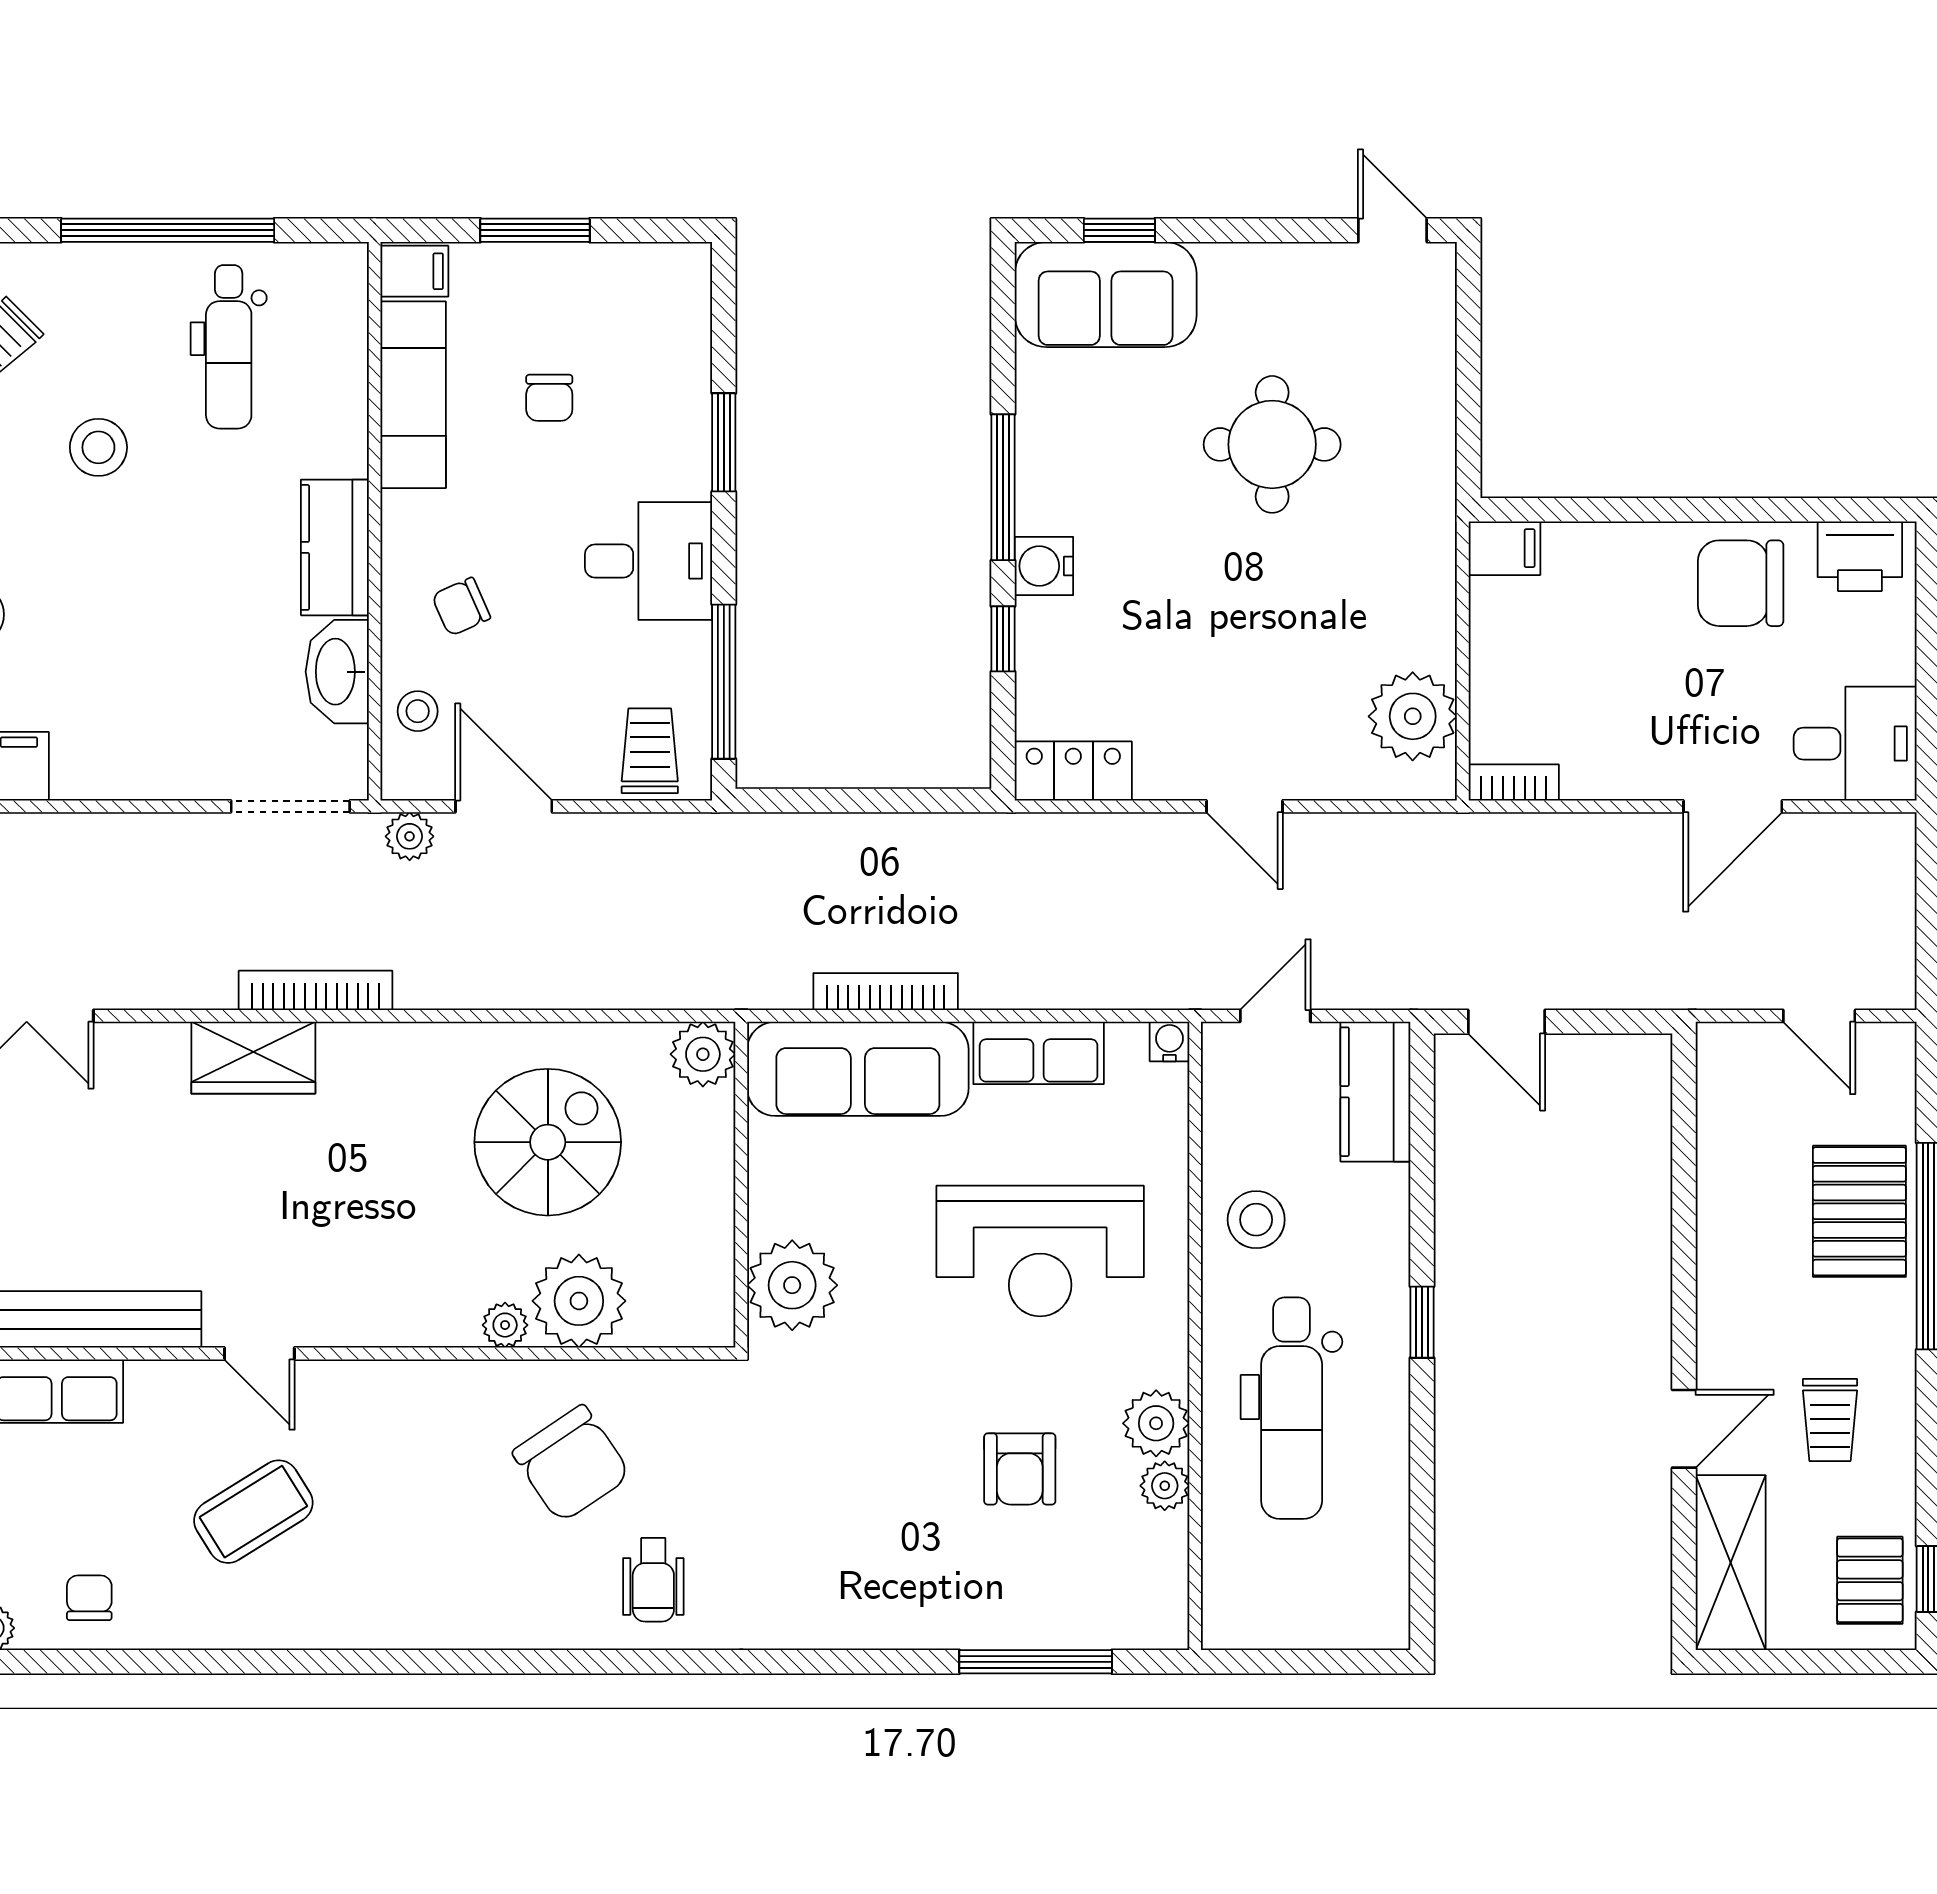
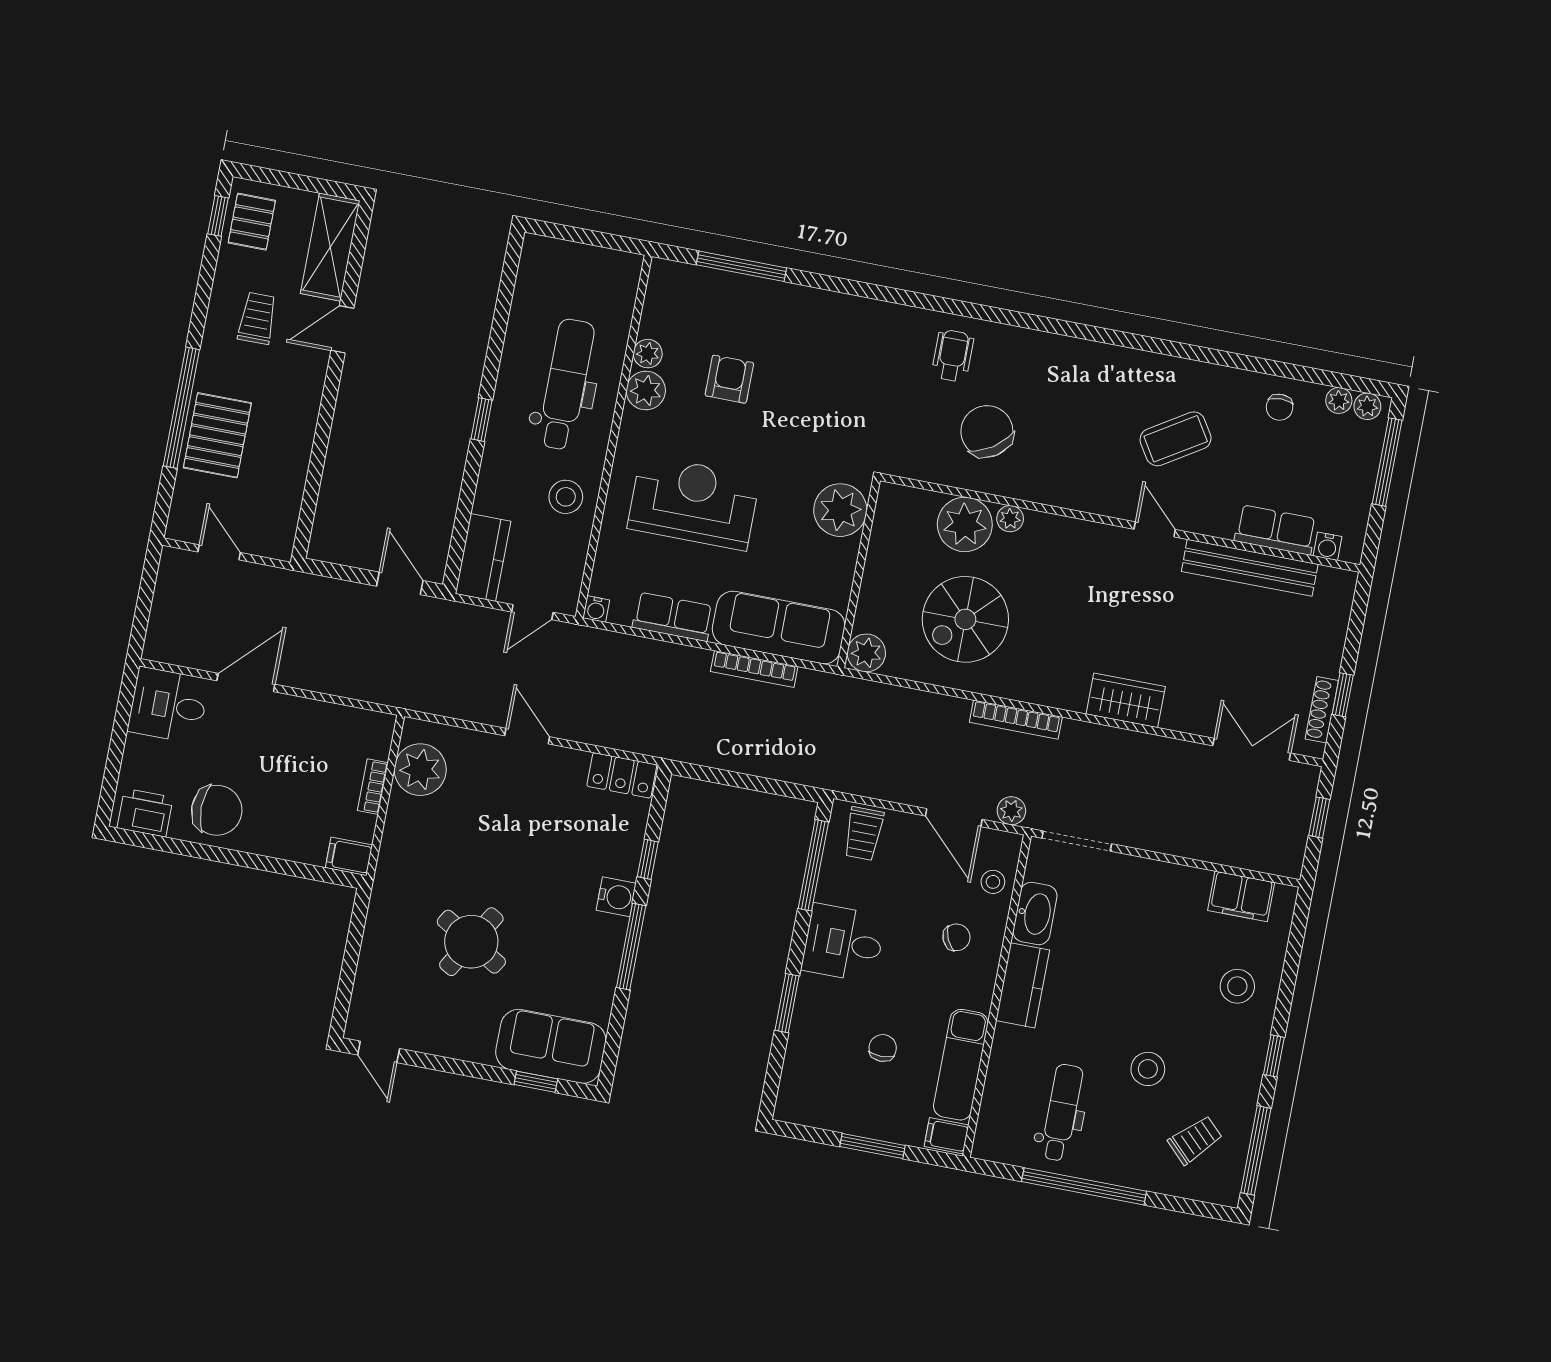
round table: (1272, 444) -> (471, 942), turned 31
bookcase: (1514, 783) -> (373, 787), moved, turned 90
bookcase: (316, 990) -> (1016, 720), moved

